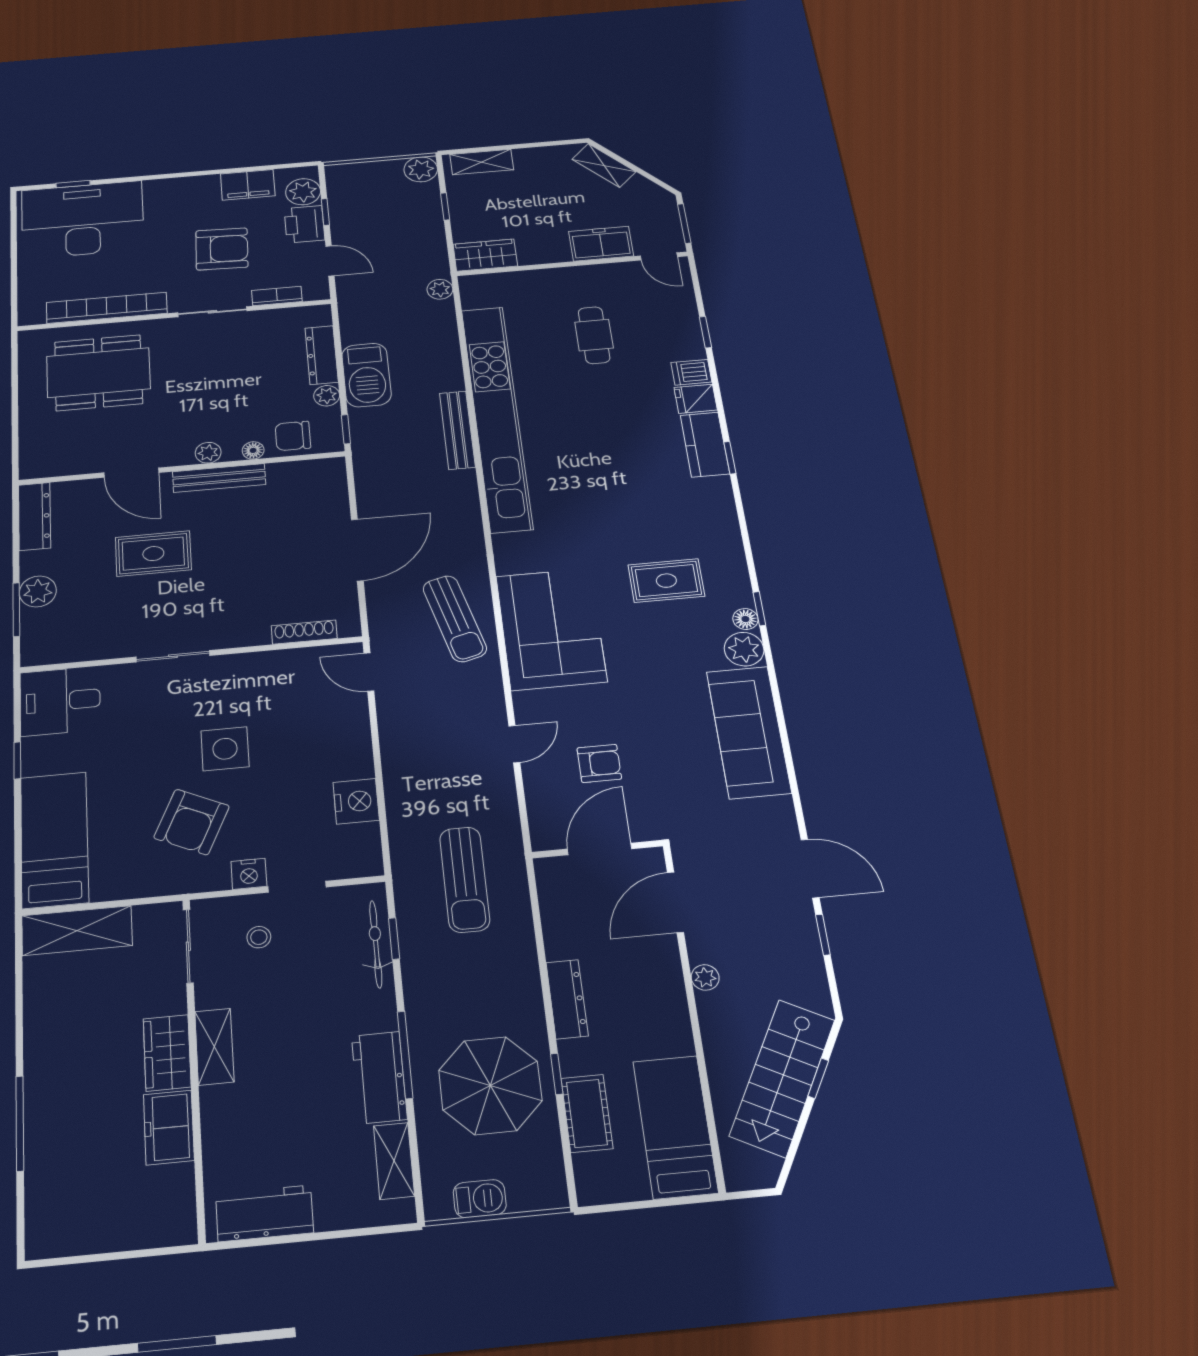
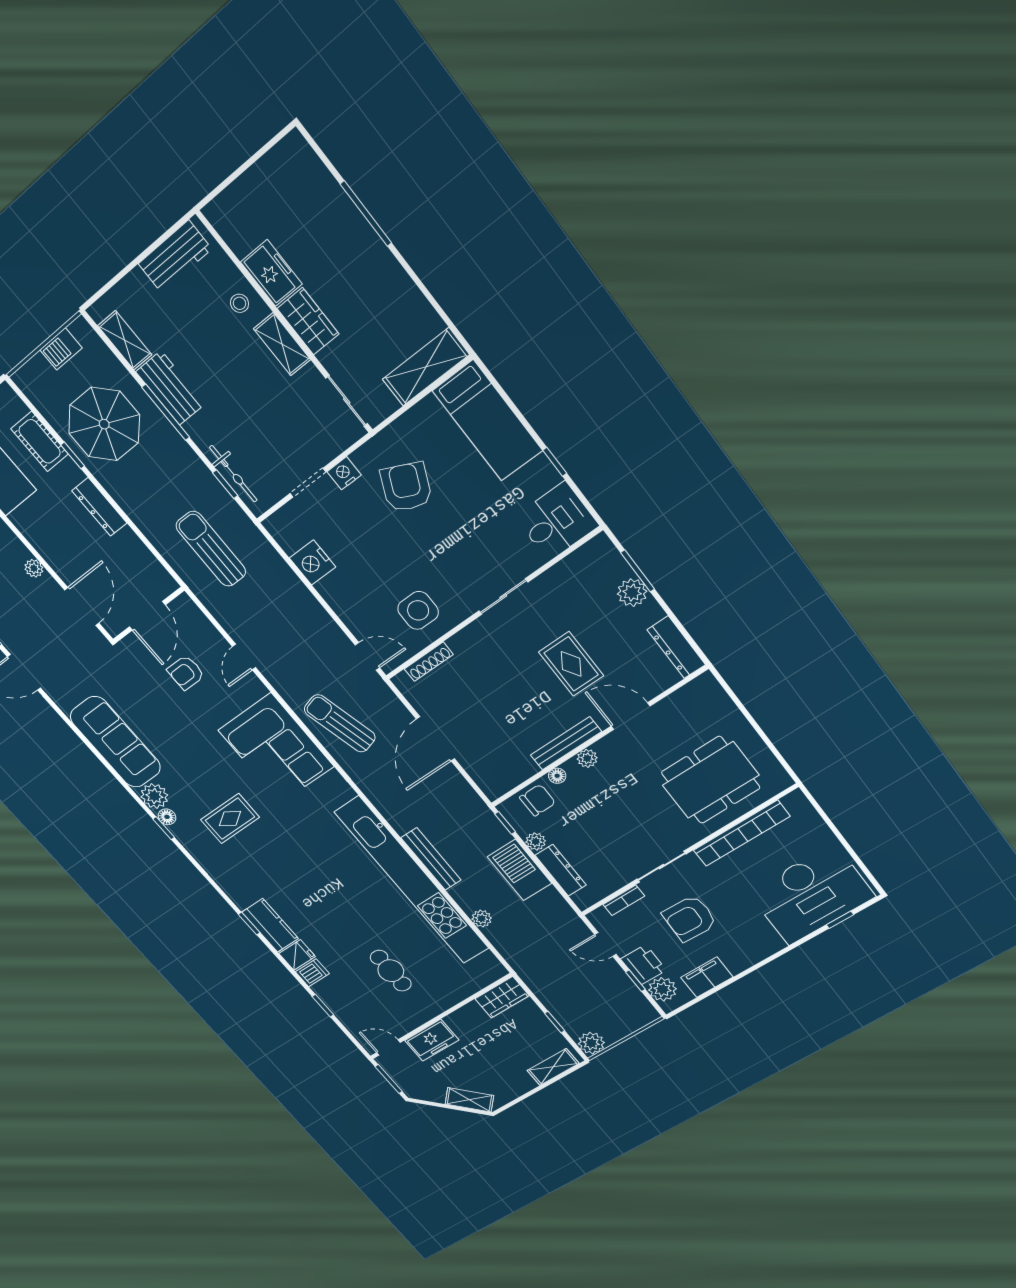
plant: (440, 289) -> (482, 919), moved
rug: (153, 554) -> (571, 664), turned 90
side table: (225, 749) -> (418, 610), moved
stool: (259, 937) -> (240, 303), moved

